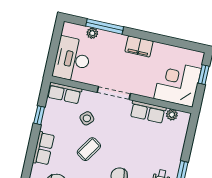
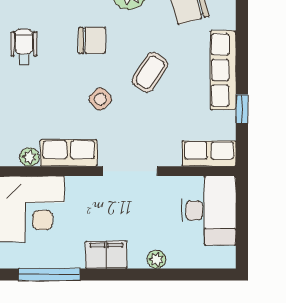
window: (105, 26) -> (49, 274), moved
plant: (92, 33) -> (156, 259), moved
side table: (87, 118) -> (100, 99), moved
row of seats: (43, 148) -> (223, 70), width x1.48

